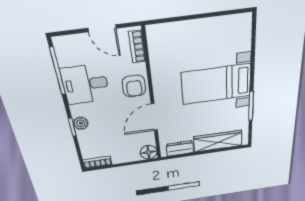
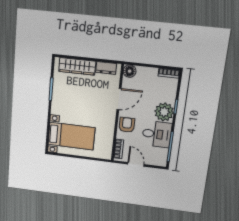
bed with nightstands: (216, 84) -> (71, 136), moved
plant: (81, 123) -> (164, 112), width x1.87, depth x1.87

